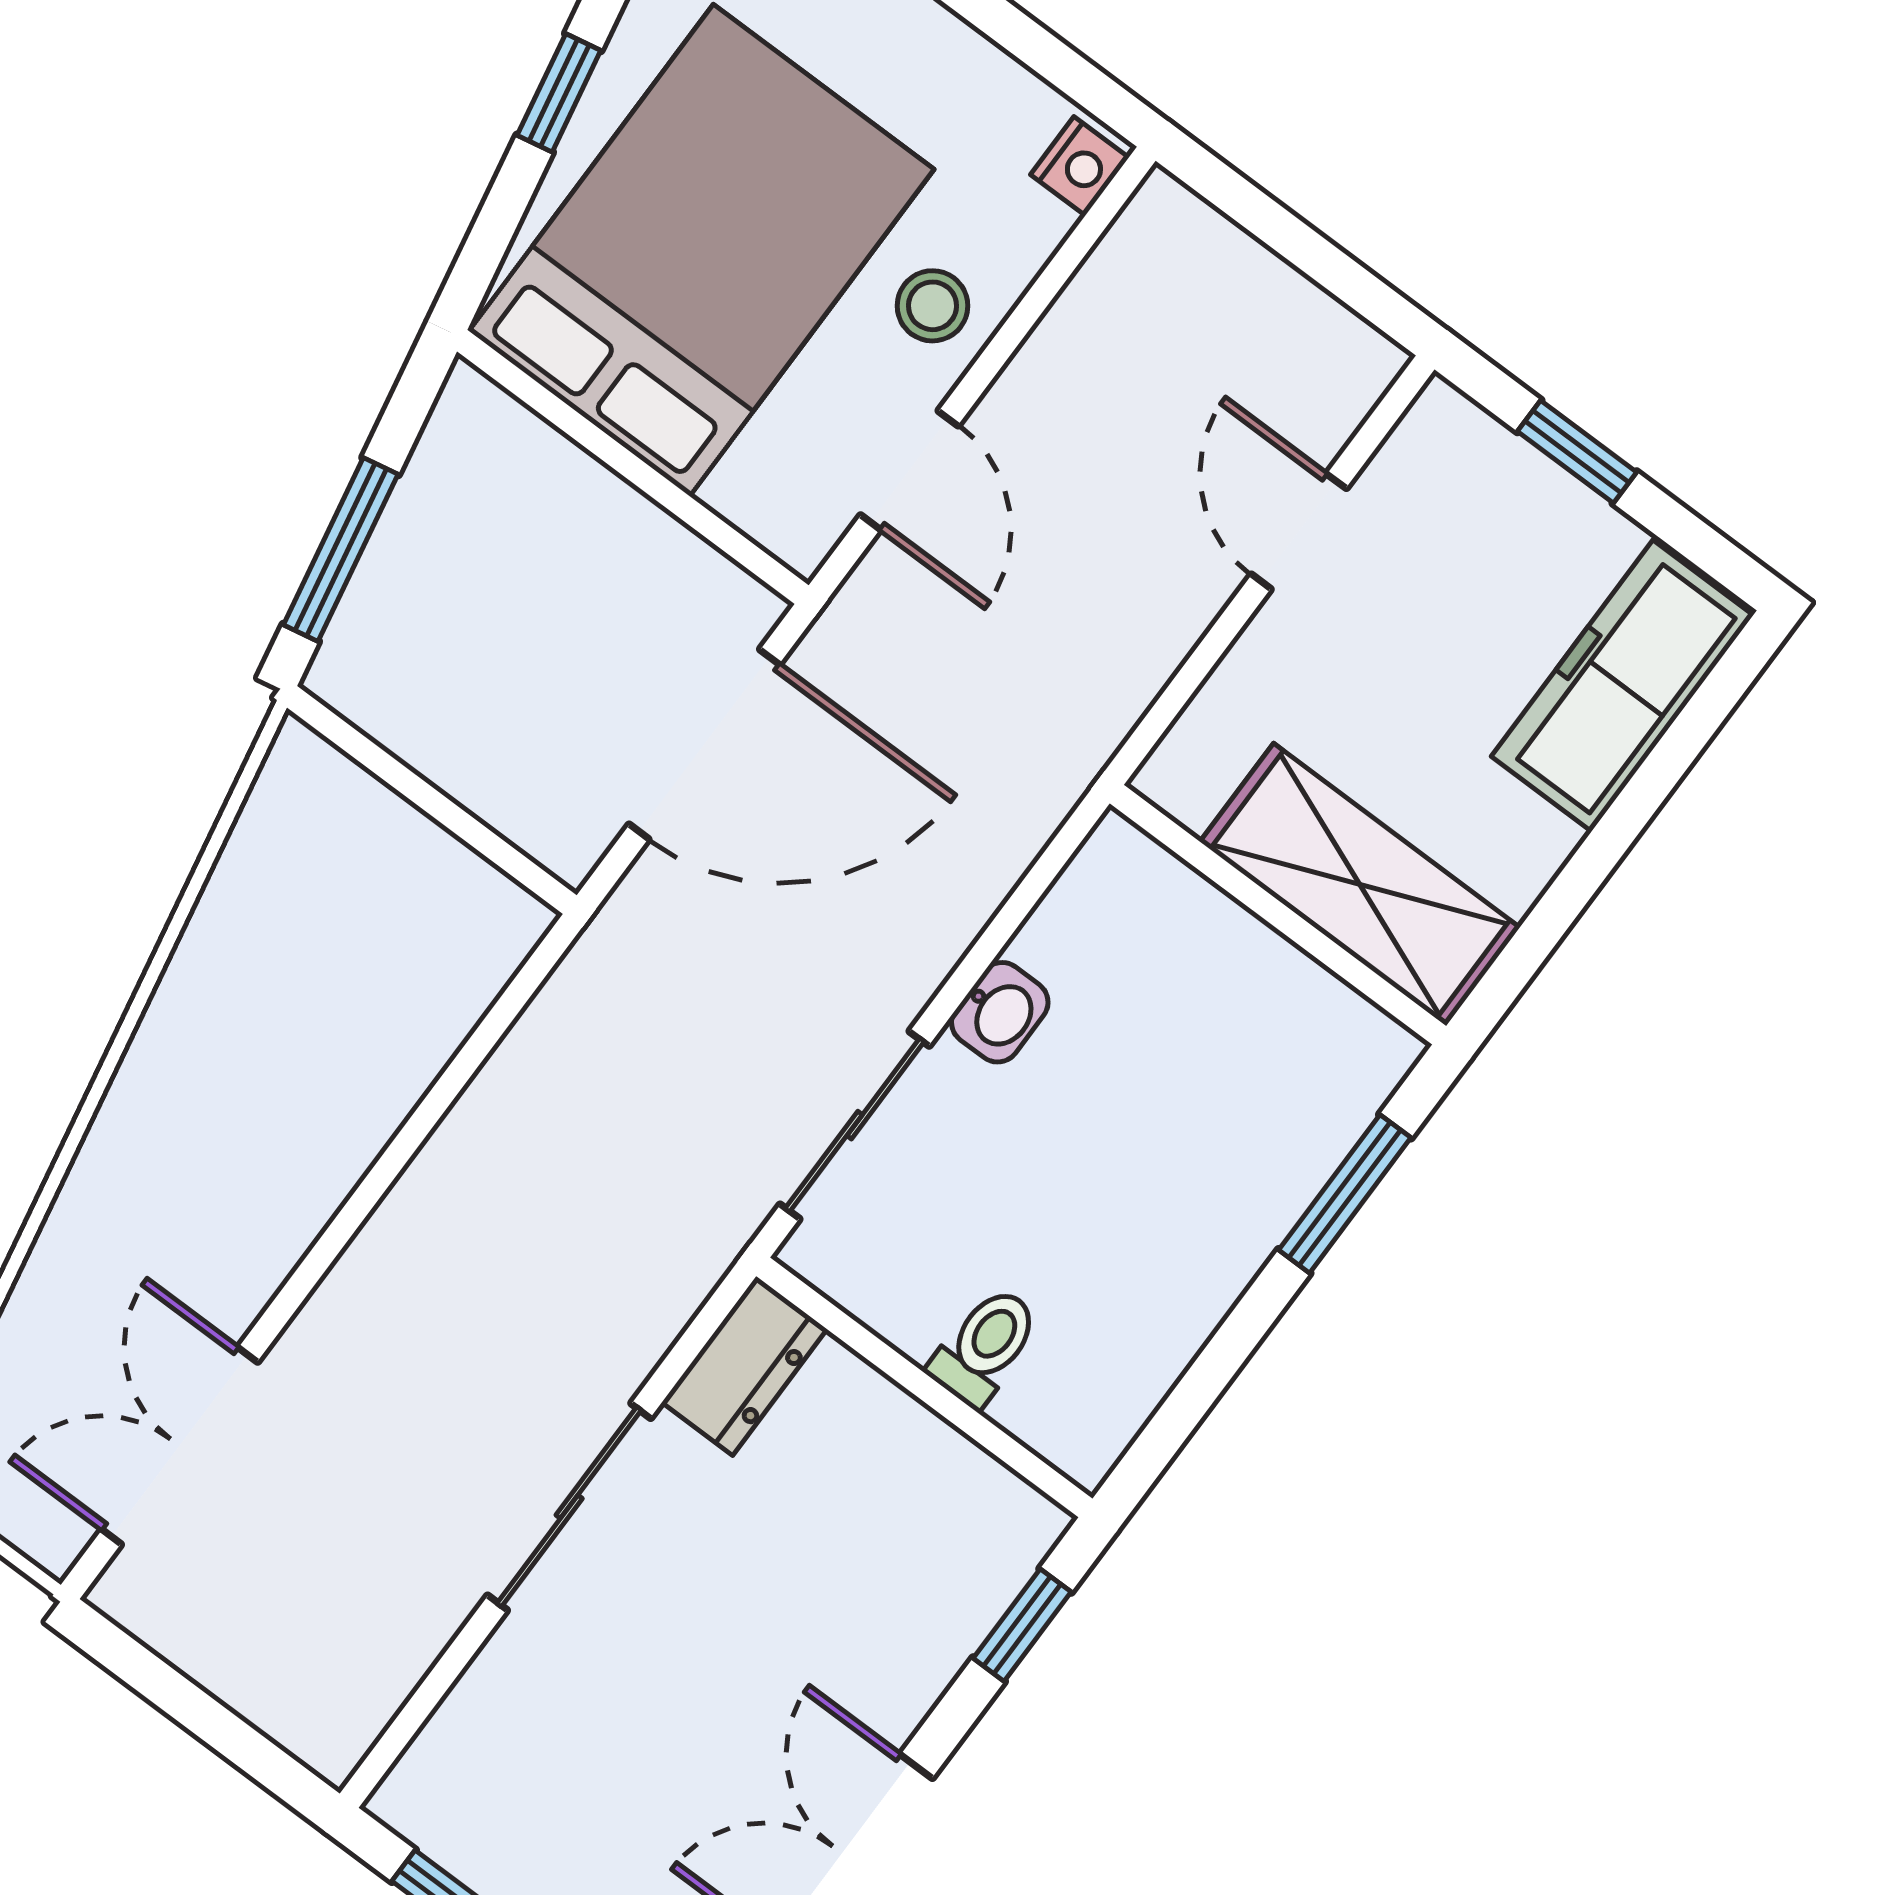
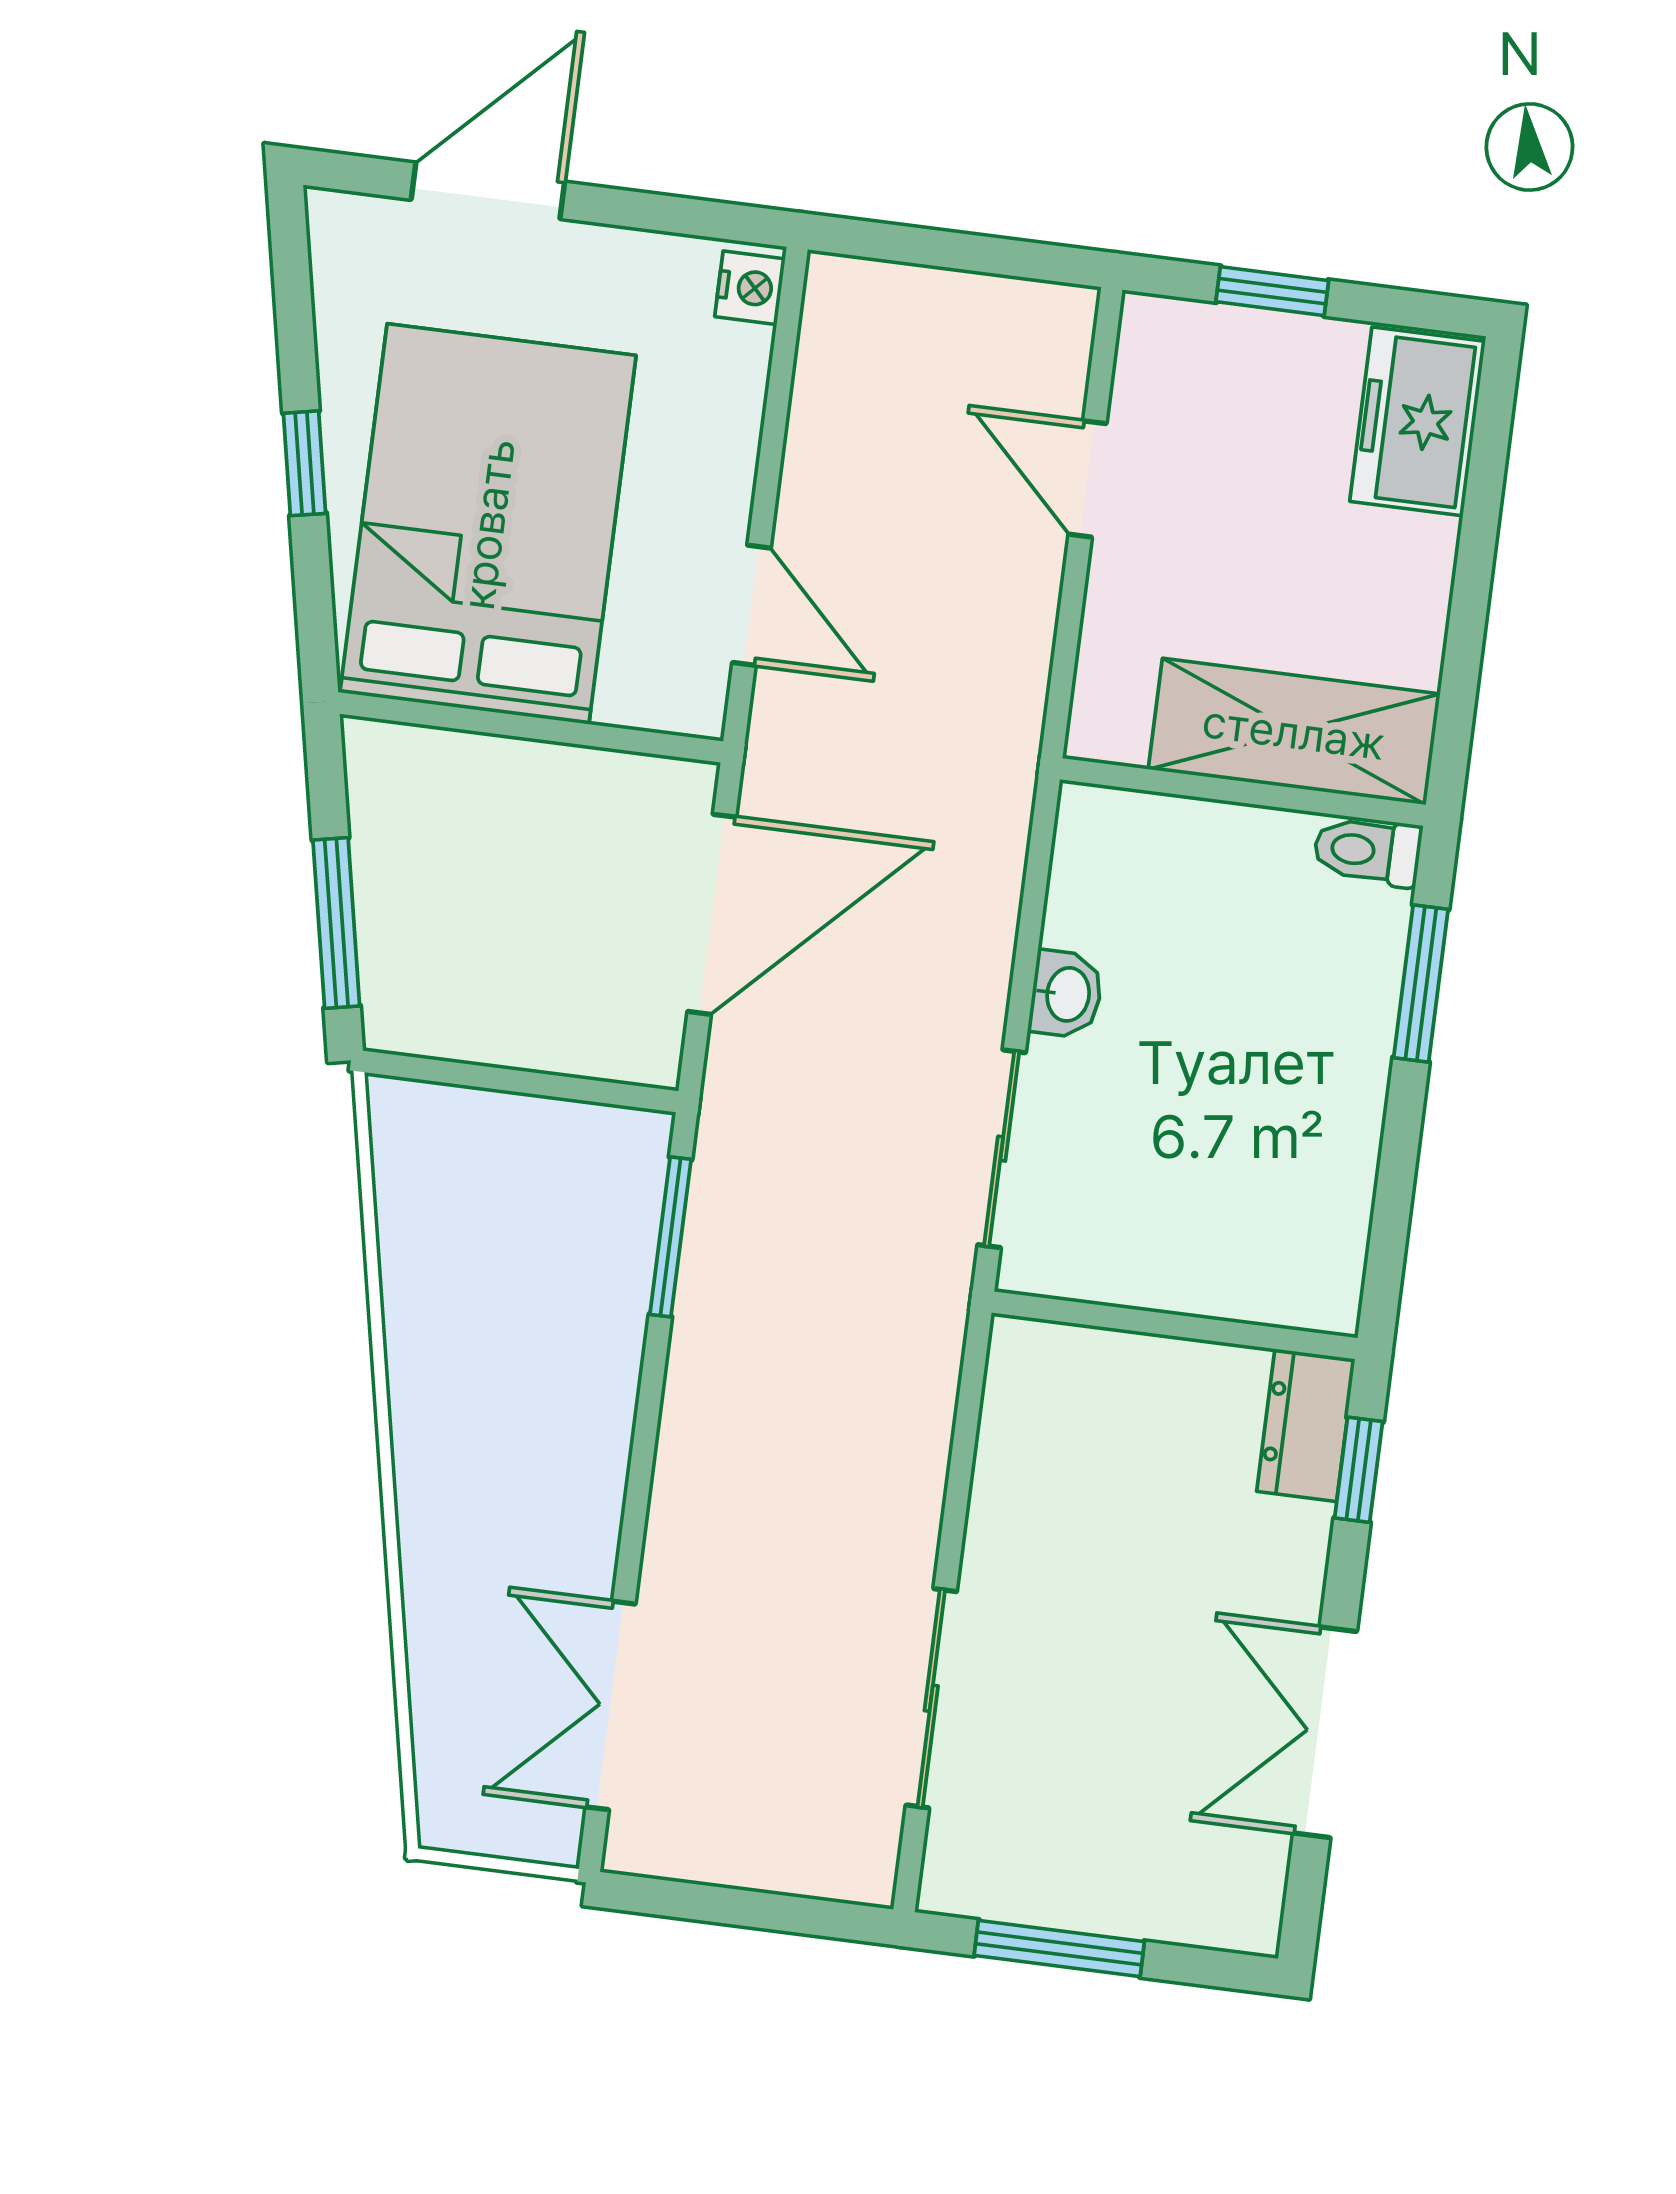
stool: (932, 306) -> (696, 464), removed
freezer: (1622, 686) -> (1418, 421), width x0.71
window: (490, 1030) -> (671, 1237), added
toilet: (985, 1347) -> (1367, 851), moved, turned -90
dresser: (744, 1366) -> (1306, 1425), moved, turned 180
sliding door: (569, 1507) -> (931, 1698), moved

